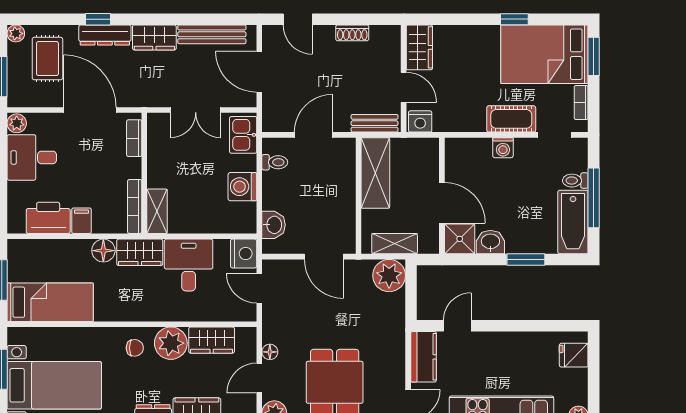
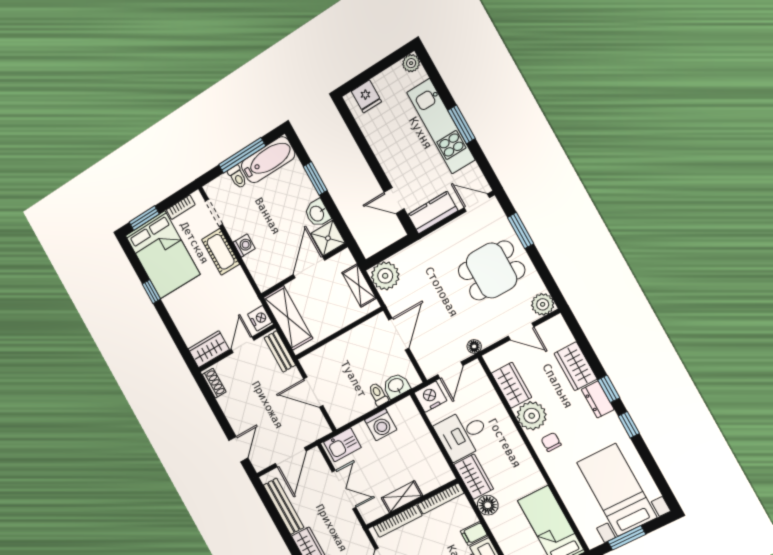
shoe rack: (352, 33) -> (214, 383), moved
bookcase: (134, 138) -> (398, 521), width x1.56
toilet: (275, 162) -> (378, 394), moved
shelving: (375, 173) -> (288, 318), moved, turned 90
shelving: (157, 211) -> (402, 497), moved
floor lamp: (270, 352) -> (474, 346), moved

